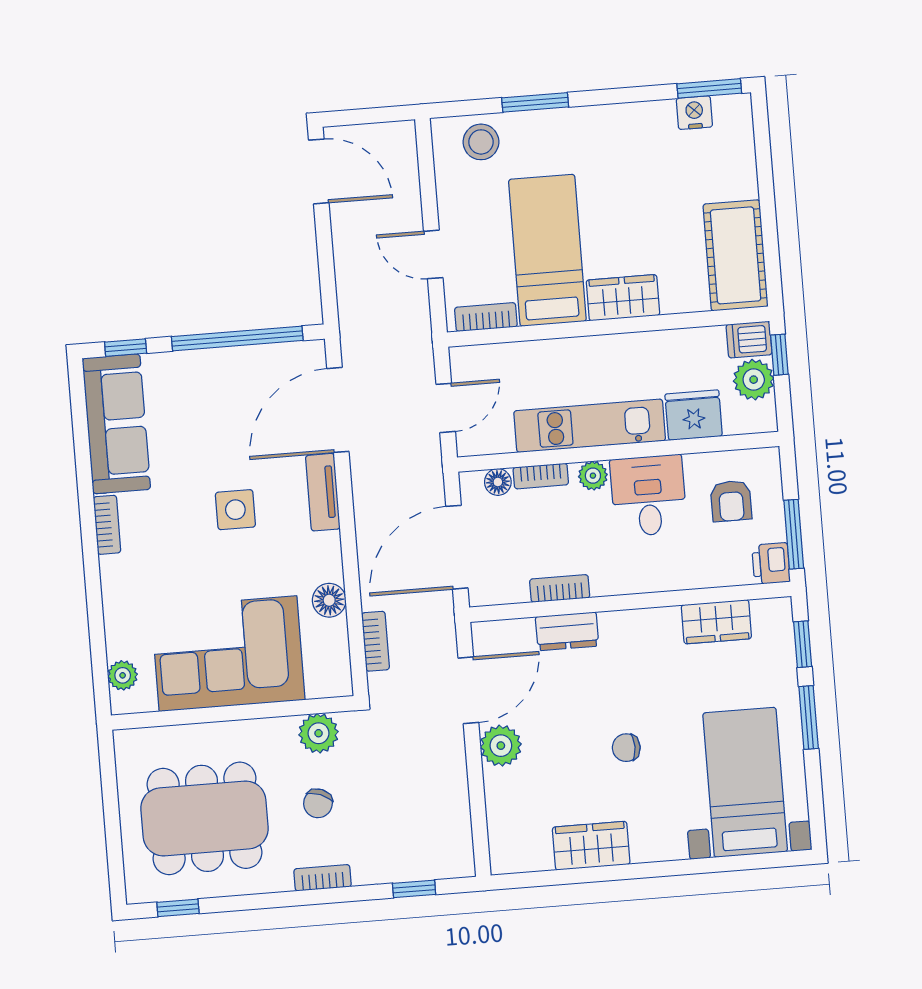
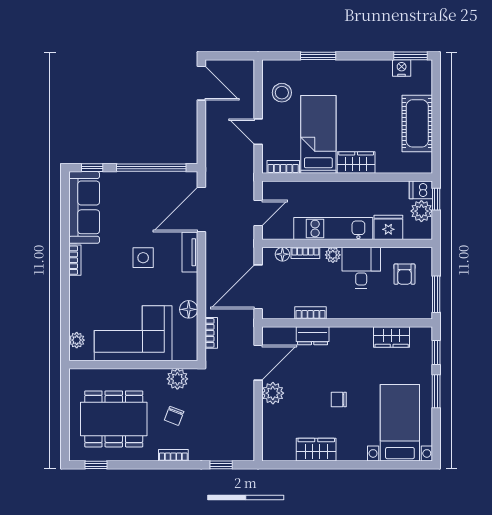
stool: (481, 142) -> (282, 93), moved
cot: (736, 255) -> (417, 123), moved
printer: (771, 563) -> (423, 309), removed

